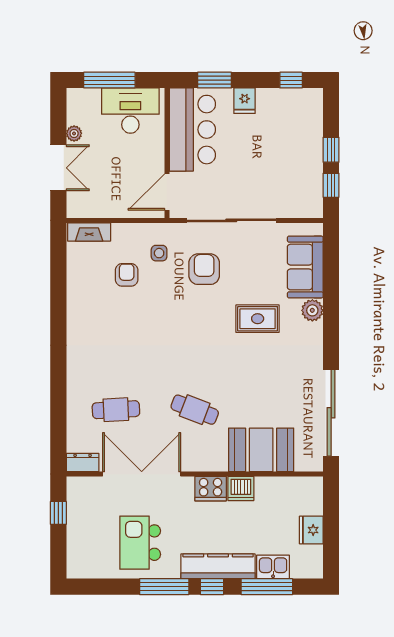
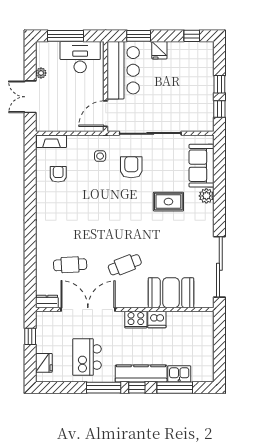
double door: (58, 168) -> (30, 97), swing flipped
armchair: (127, 275) -> (58, 174), moved
cafe table: (195, 410) -> (125, 265), turned -42
fridge: (311, 530) -> (44, 363), moved, turned 180

